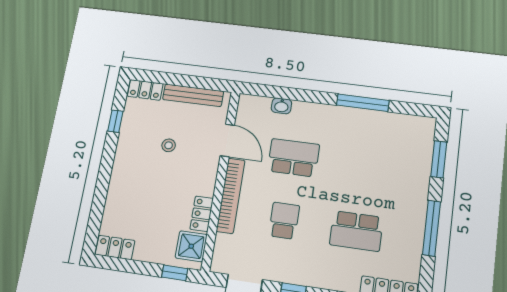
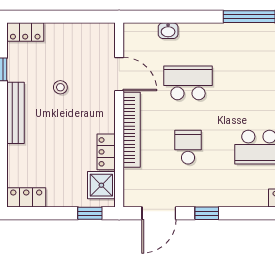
bench: (193, 95) -> (15, 113), moved, turned 90

